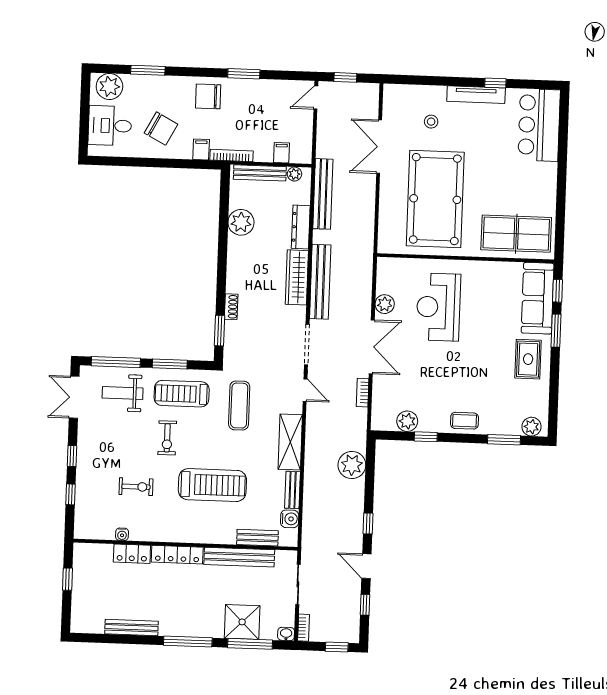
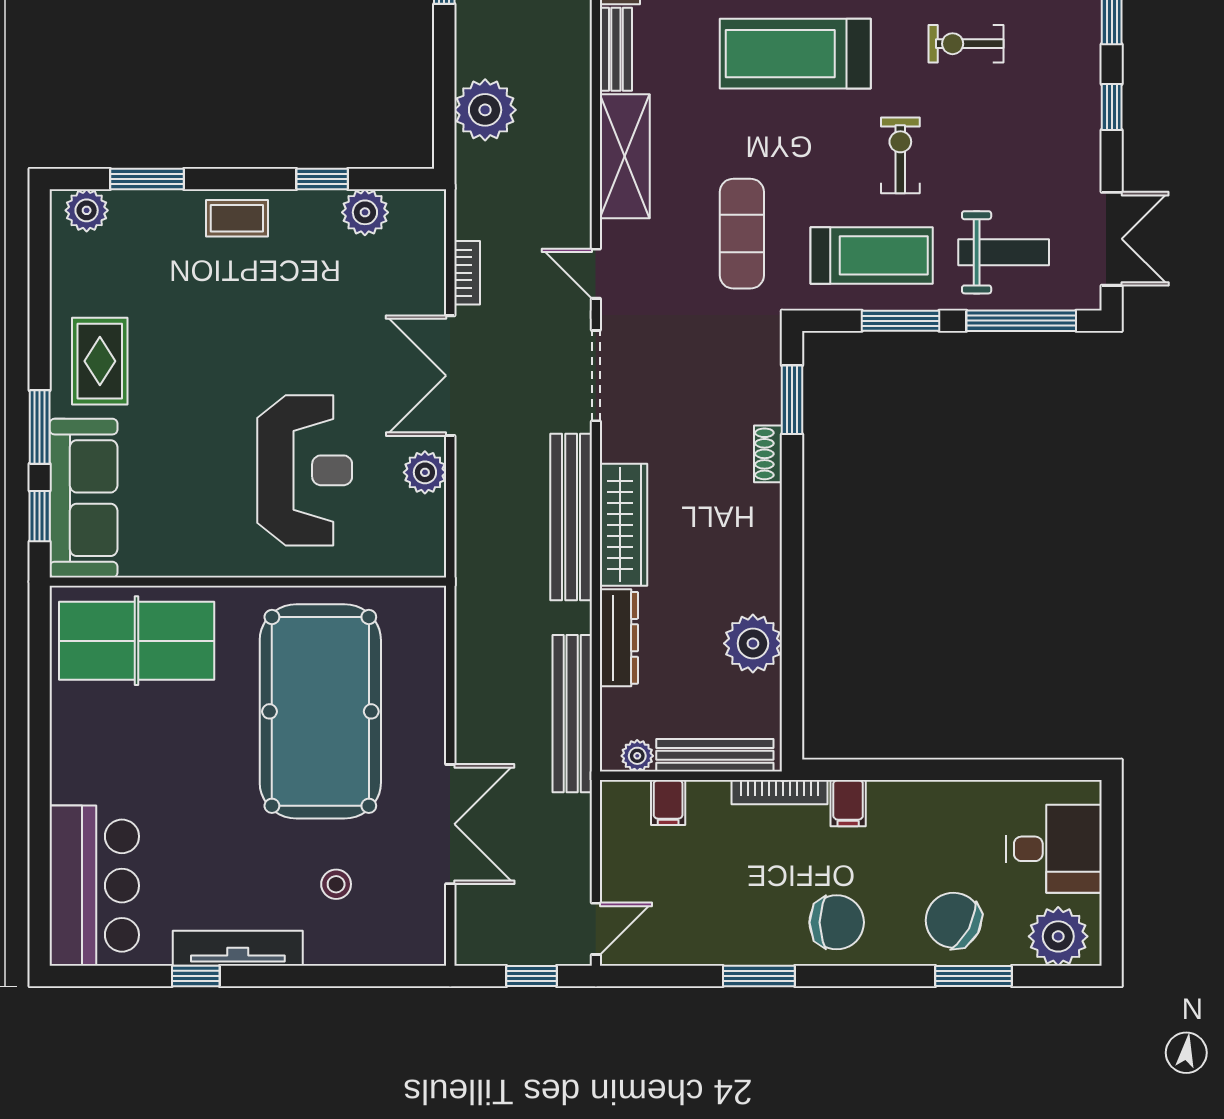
chair: (161, 129) -> (953, 920), moved

